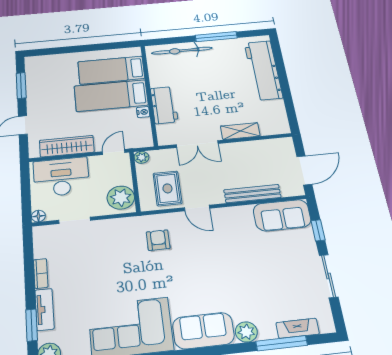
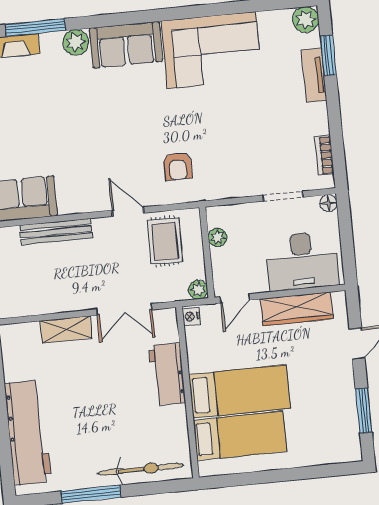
nightstand: (143, 112) -> (191, 316), moved
double door: (197, 144) -> (124, 309), swing flipped
plant: (121, 198) -> (218, 237), width x0.53, depth x0.53
bookcase: (41, 273) -> (324, 155), moved

